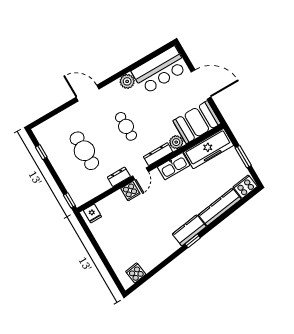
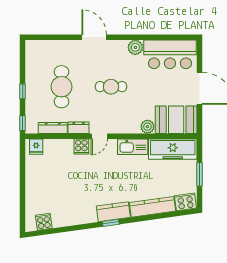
cafe table: (126, 126) -> (111, 87), turned 90
window: (41, 152) -> (23, 91), moved
dresser: (158, 154) -> (53, 128), moved

